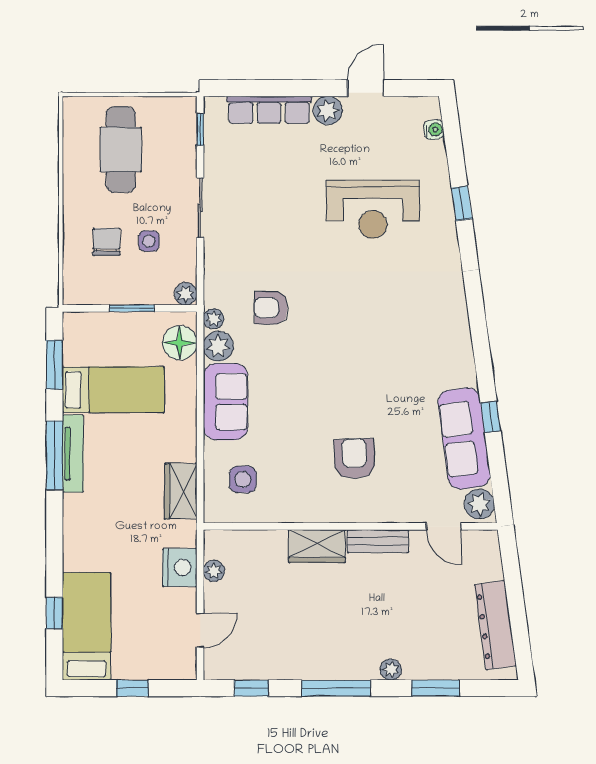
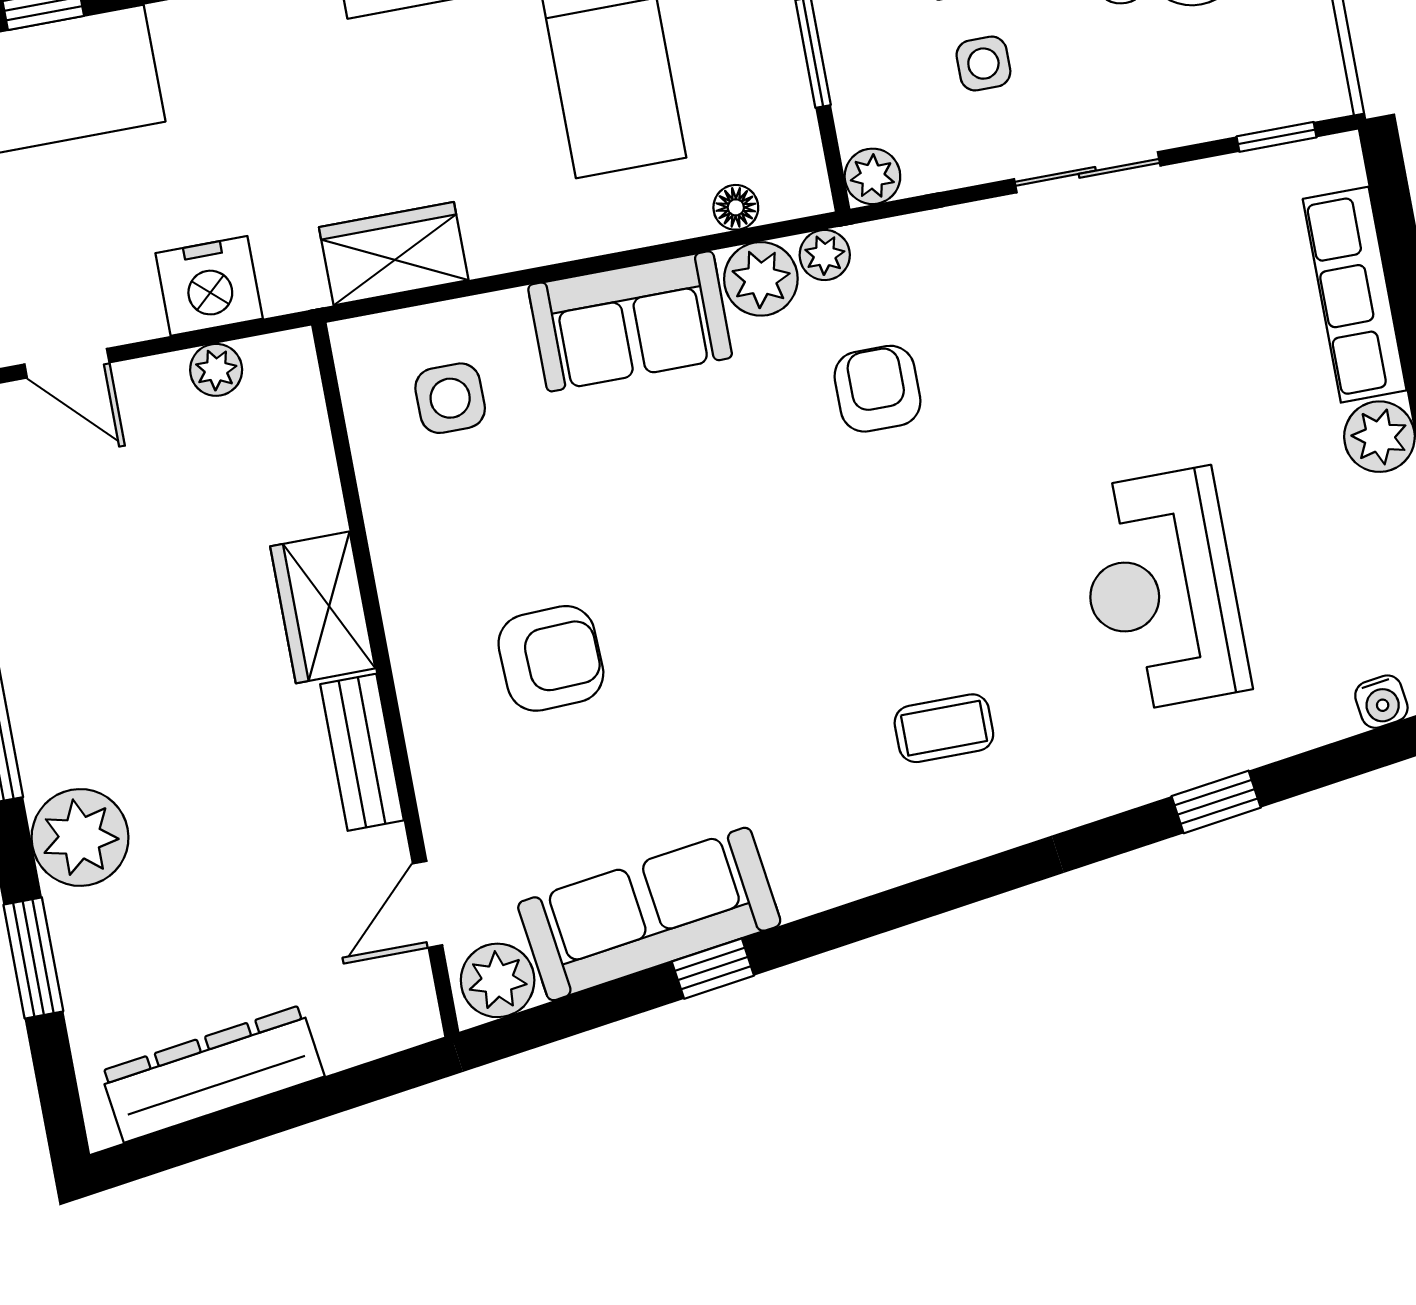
coffee table: (412, 307) -> (944, 728), added
floor lamp: (180, 343) -> (736, 207), width x0.53, depth x0.53
plant: (391, 670) -> (80, 837), width x1.88, depth x1.88

